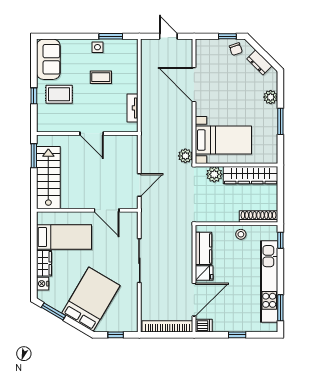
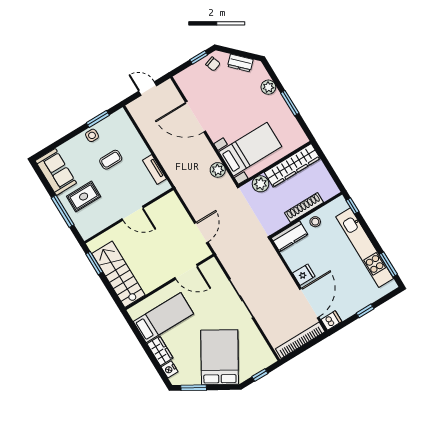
window: (34, 96) -> (63, 211), width x2.17
plant: (185, 156) -> (218, 170), moved
shoe rack: (258, 217) -> (304, 208), moved
kitchen counter: (204, 248) -> (290, 236), moved, turned 90

